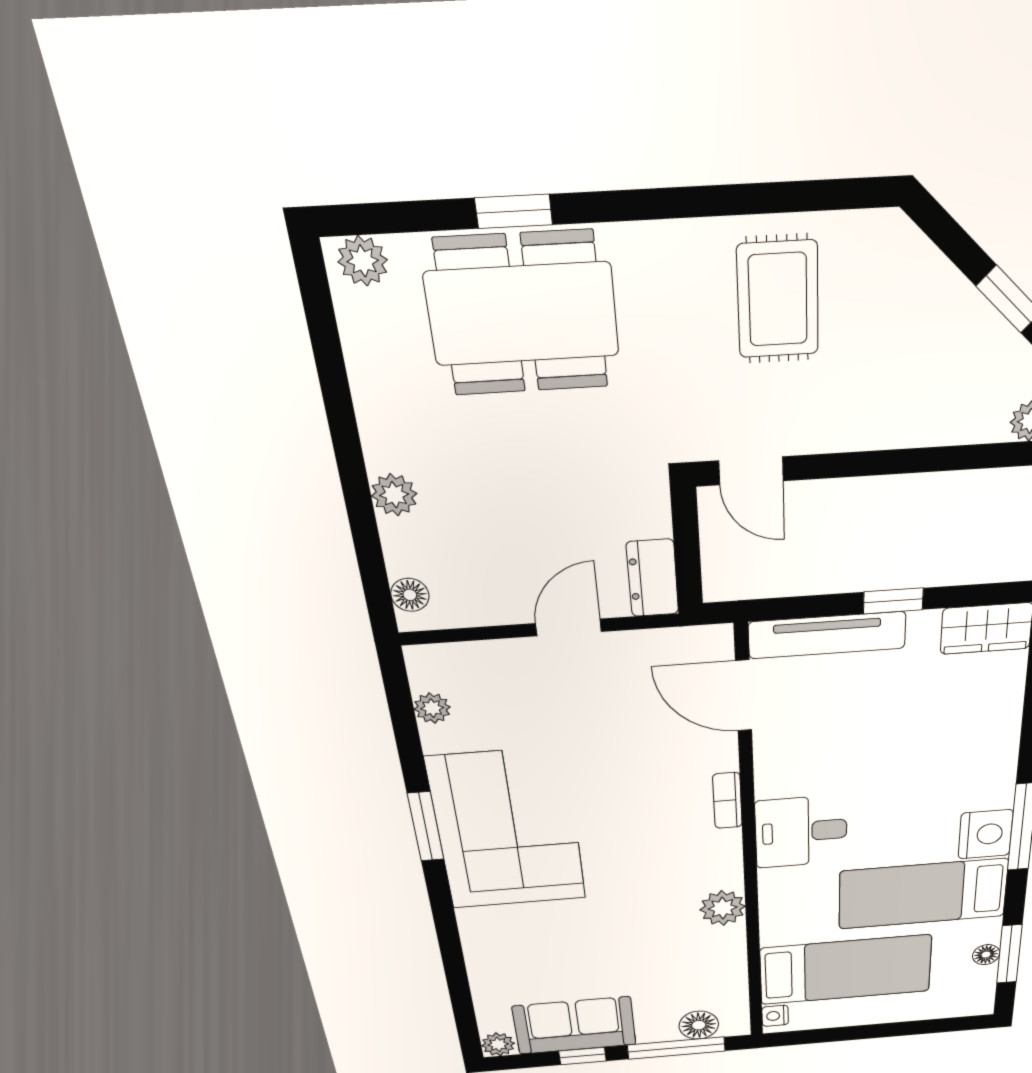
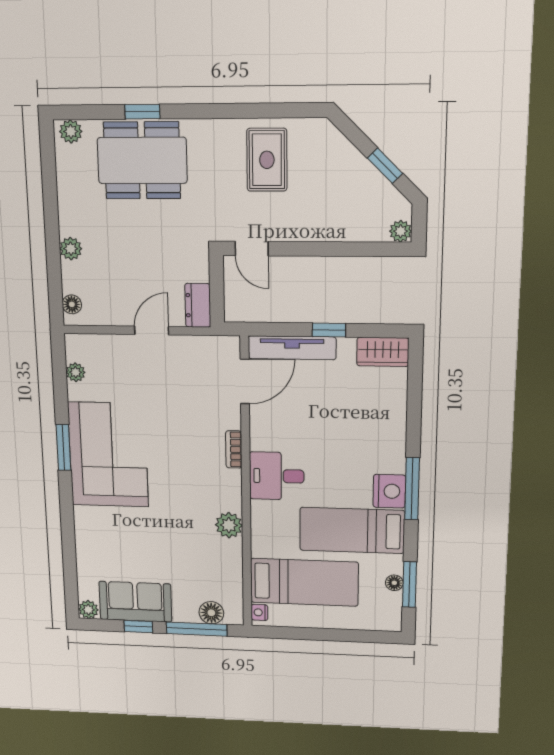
door: (744, 696) -> (245, 381), swing flipped

